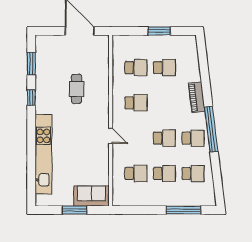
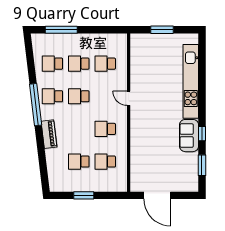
cafe table: (77, 89) -> (160, 142), removed
sofa: (92, 196) -> (189, 136), moved, turned 90

